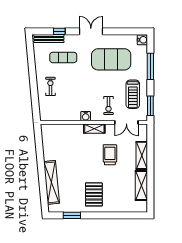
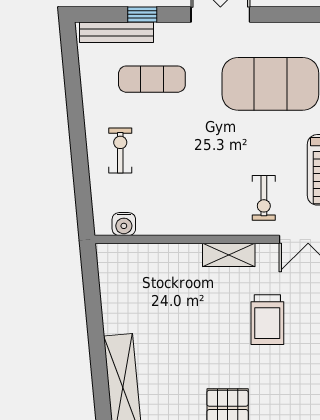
water cooler: (86, 116) -> (124, 224), moved
trolley: (110, 155) -> (267, 320), turned 180

